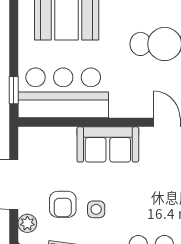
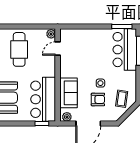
sofa: (108, 144) -> (69, 93), moved
plant: (27, 223) -> (67, 117), moved

